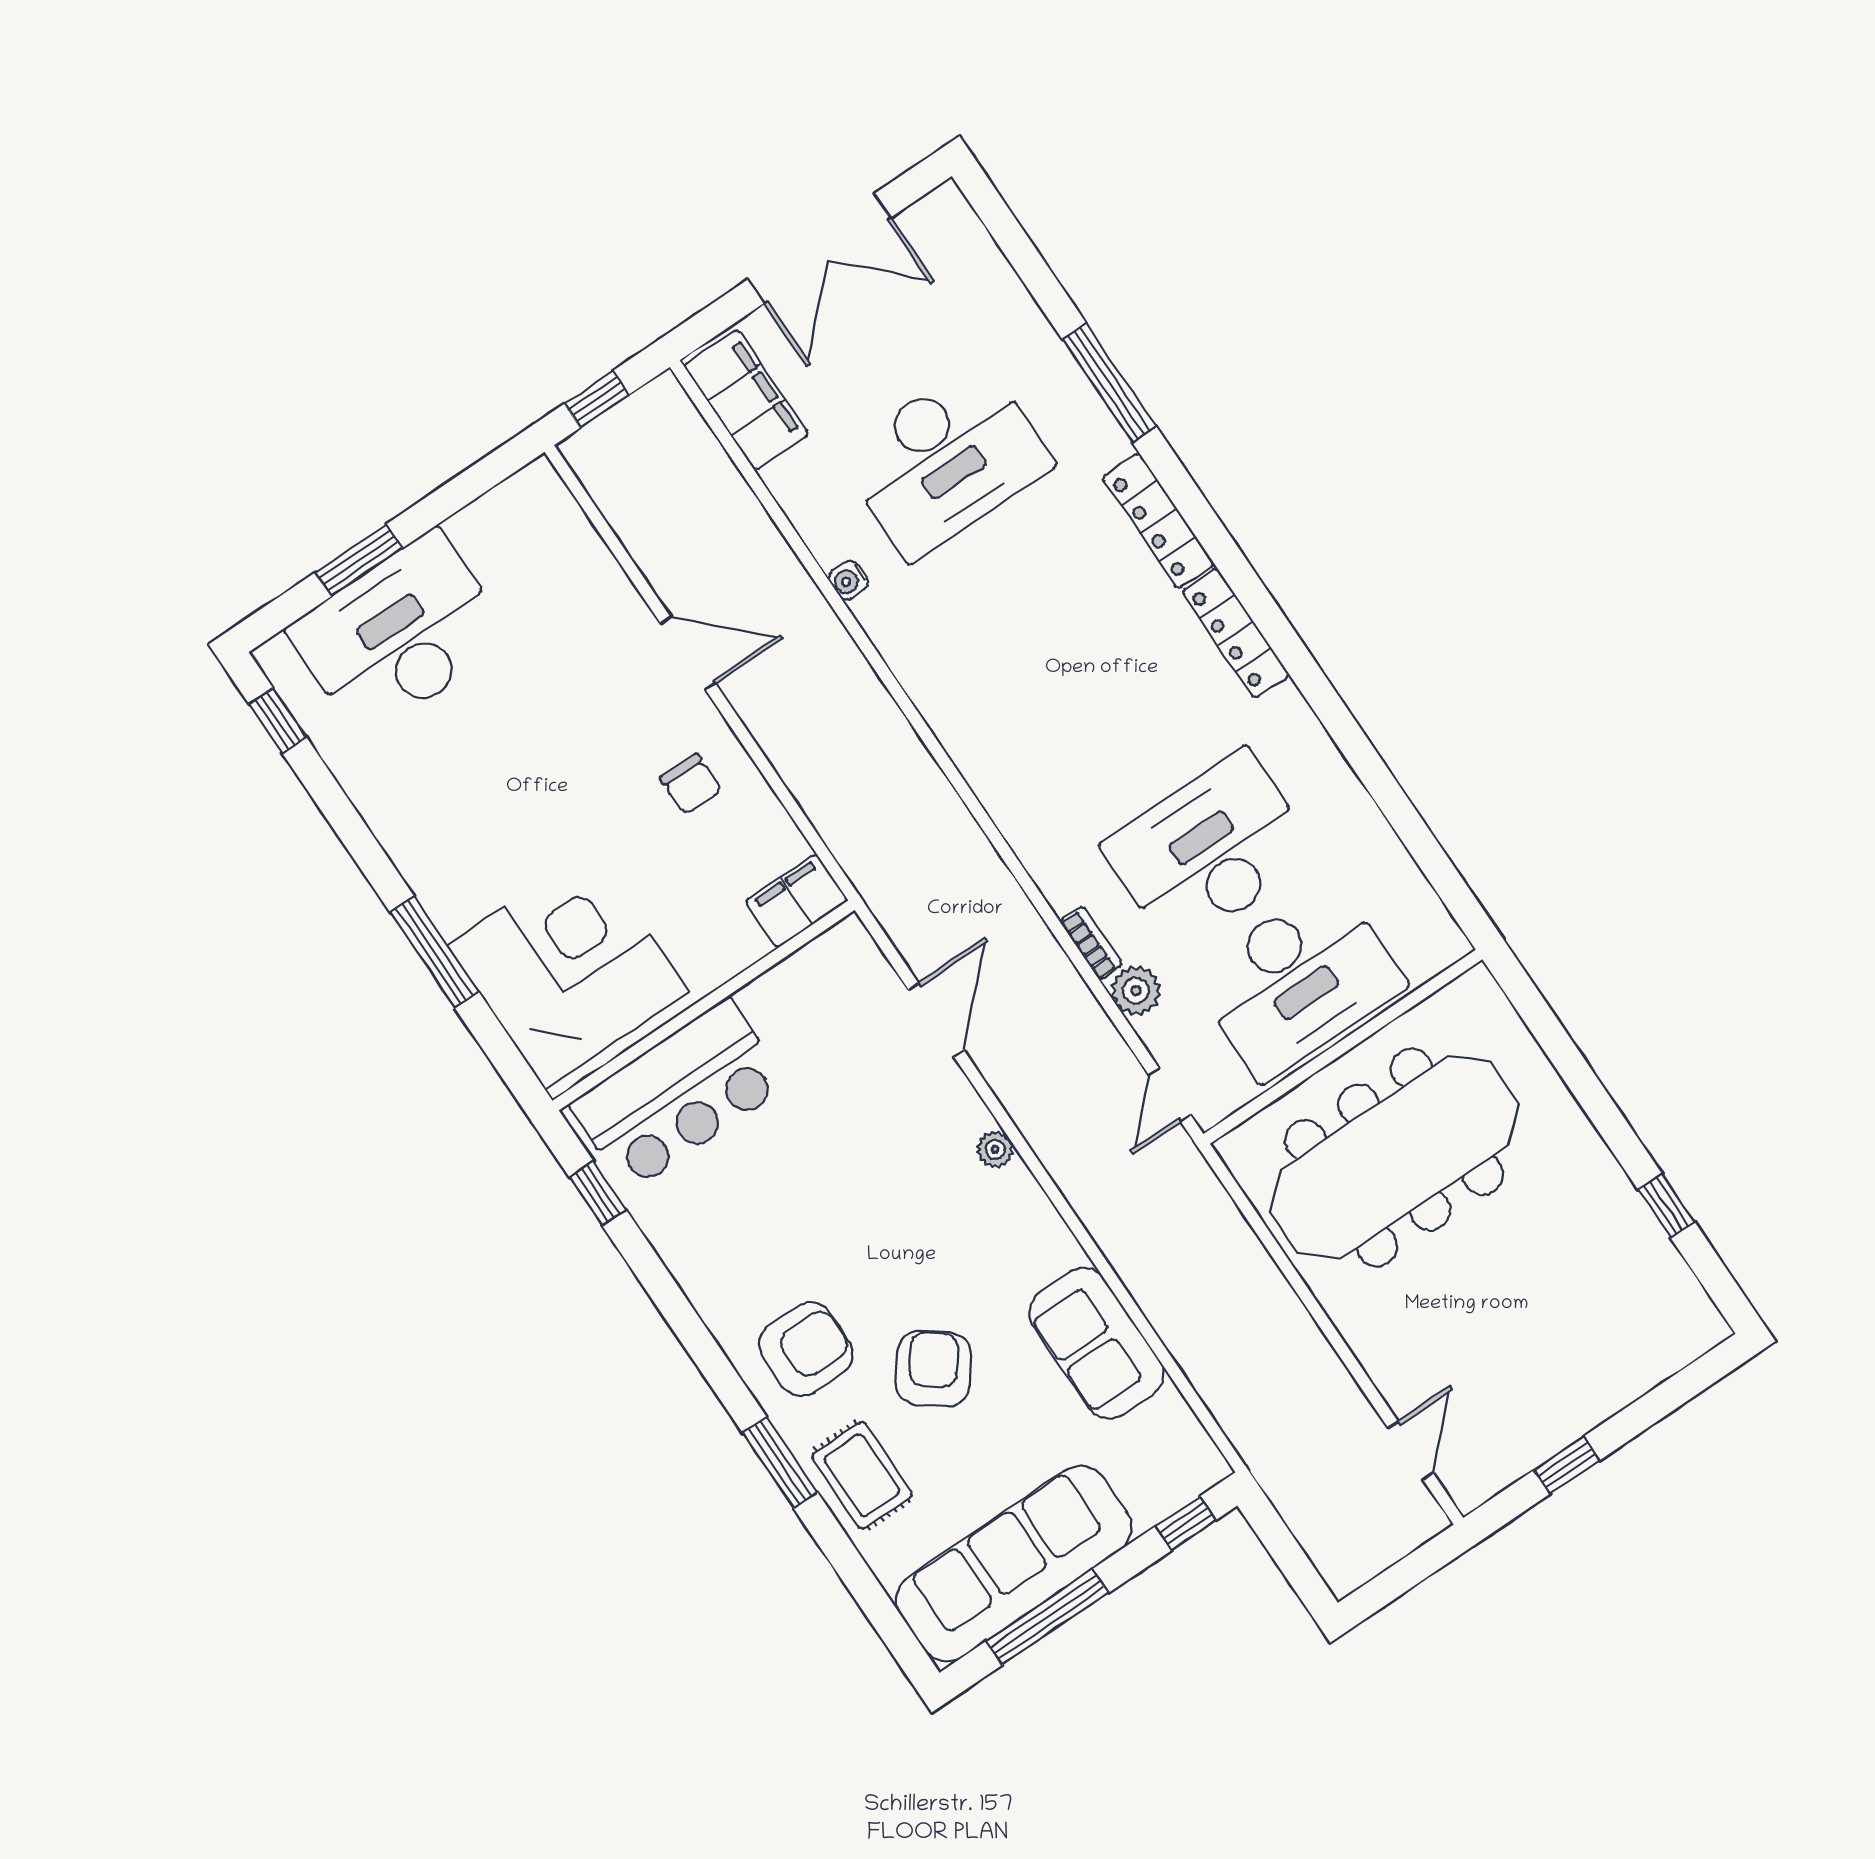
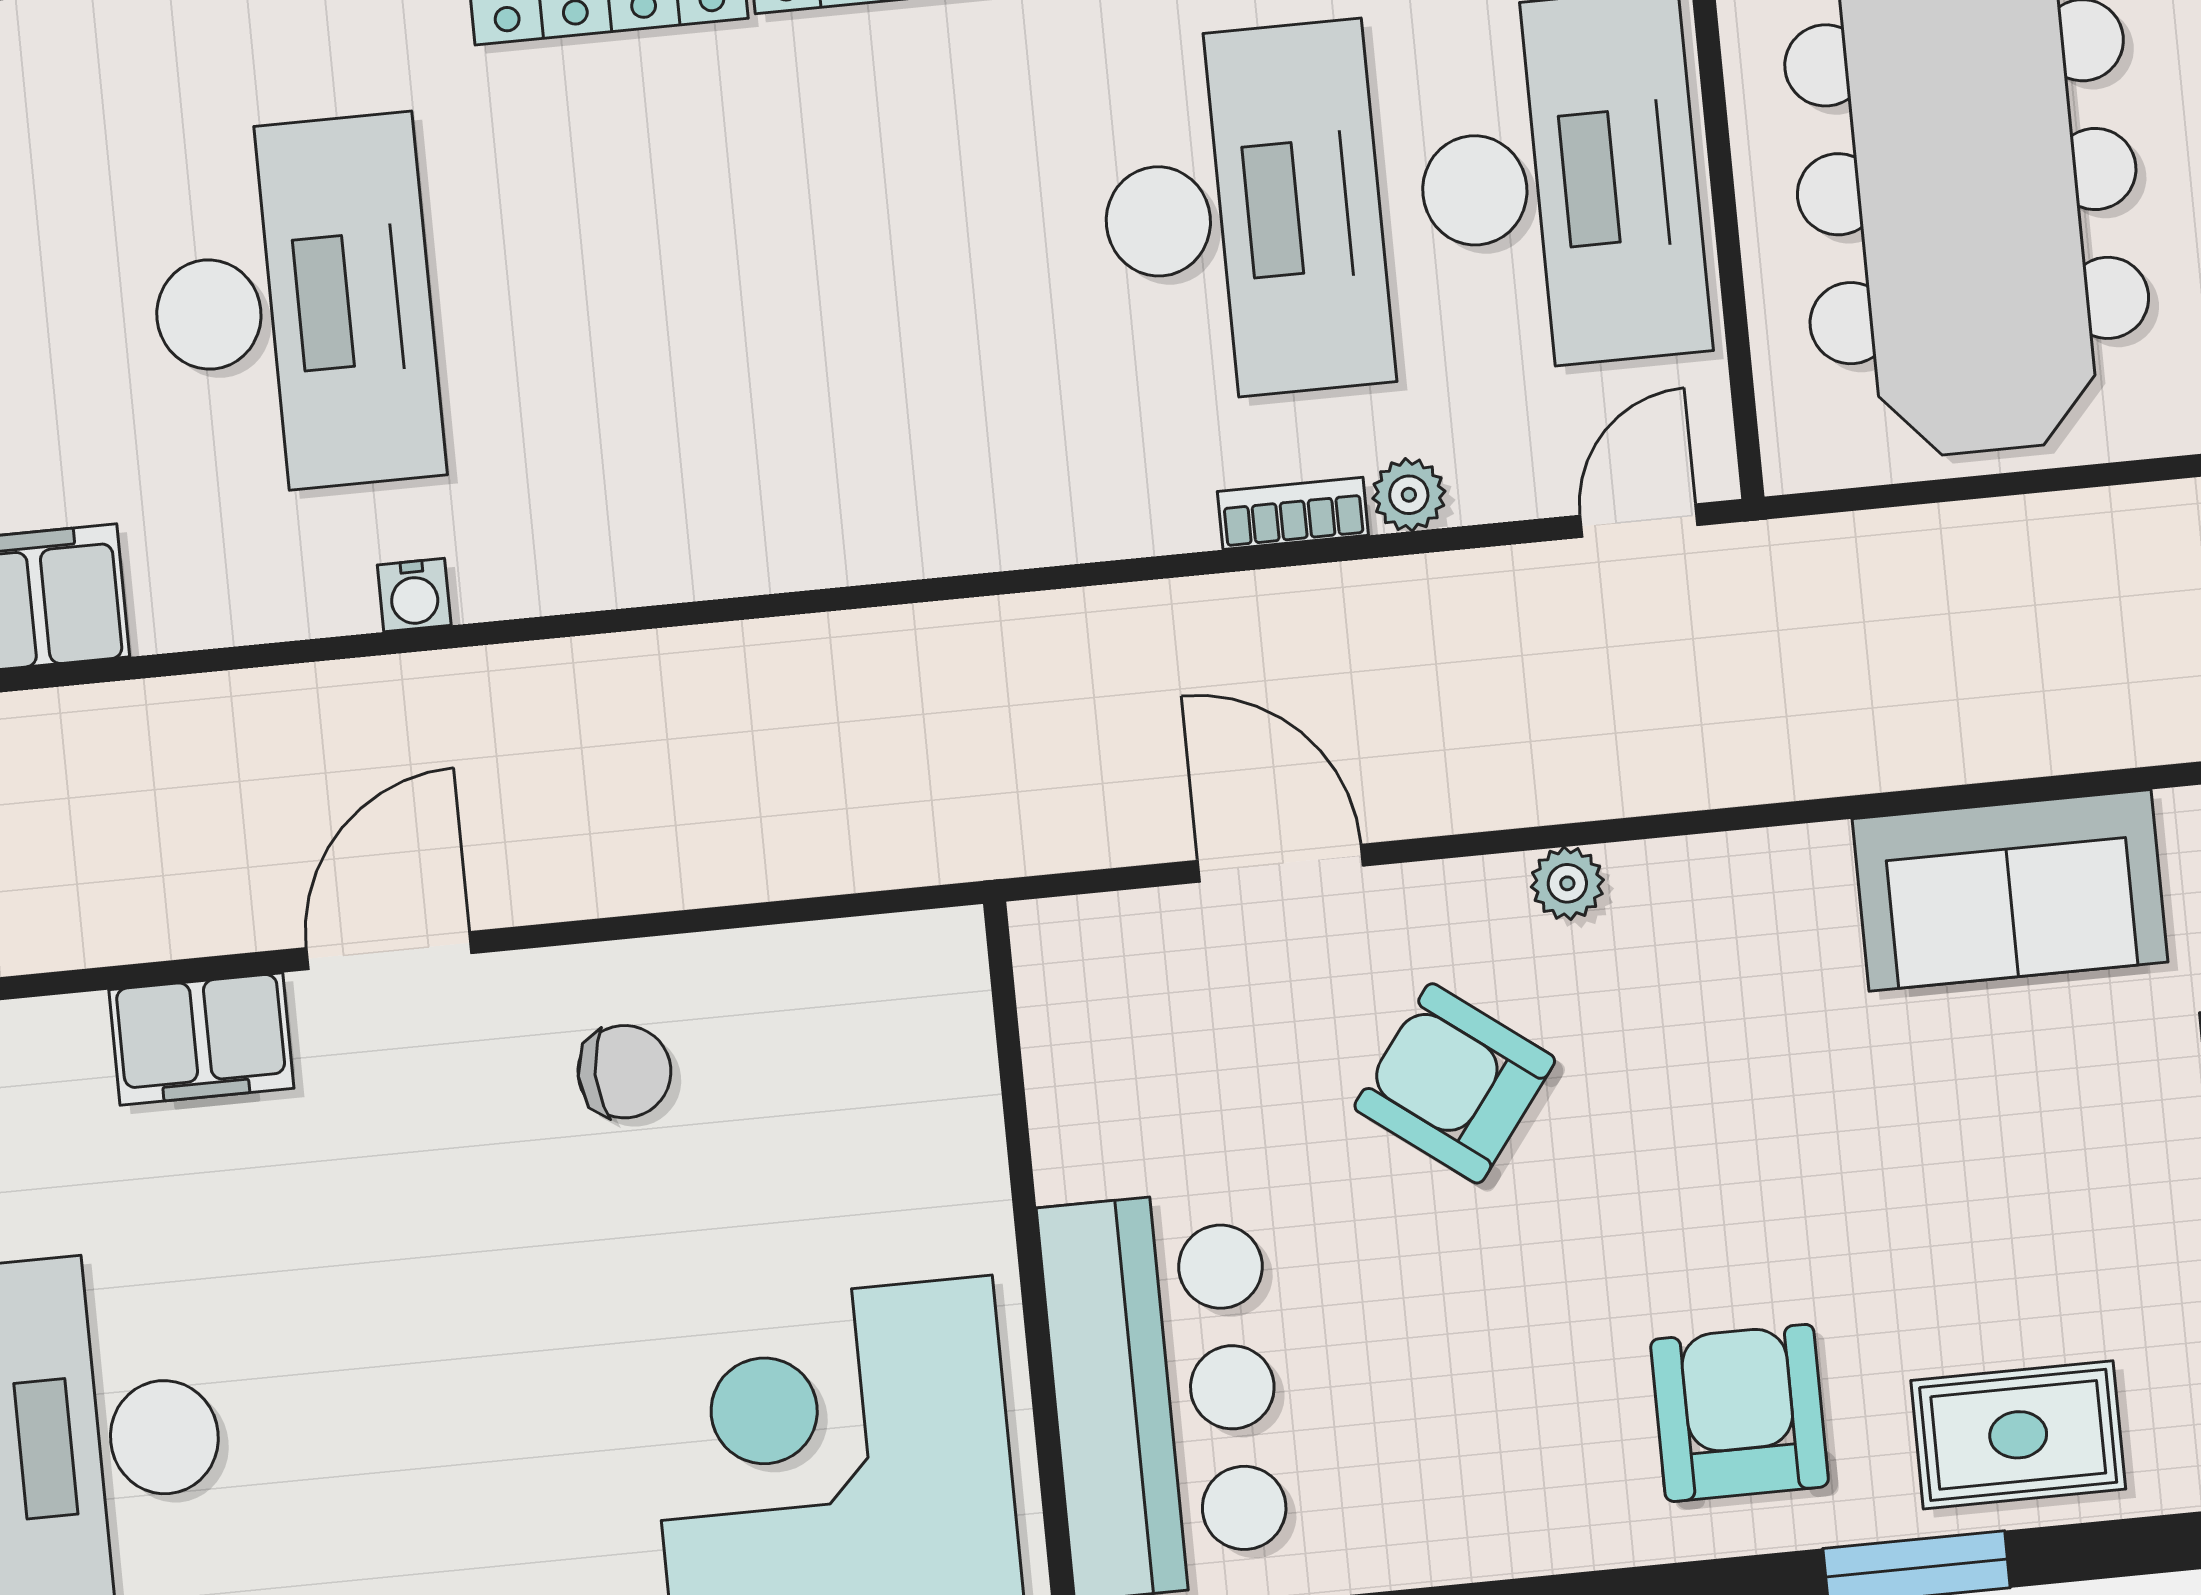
desk: (1210, 850) -> (1243, 213), turned 180
filing cabinet: (797, 901) -> (201, 1039), moved, turned -90
plant: (1136, 991) -> (1409, 495), width x0.73, depth x0.73
door: (1170, 1095) -> (1639, 520), swing flipped
armchair: (933, 1369) -> (1455, 1083), moved

